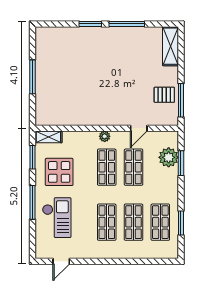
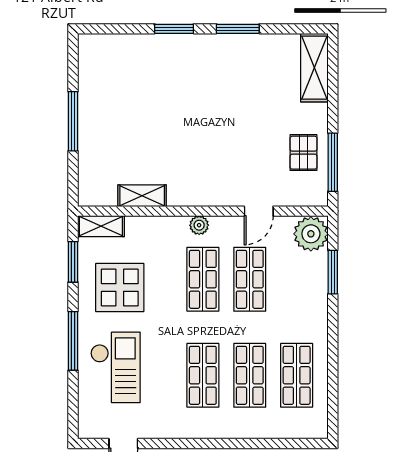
window: (127, 24) -> (238, 29), width x0.69
pallet: (164, 95) -> (303, 153), turned 90
shelving: (72, 119) -> (142, 196), added
plant: (169, 157) -> (311, 234), moved
window: (181, 223) -> (333, 377), removed

